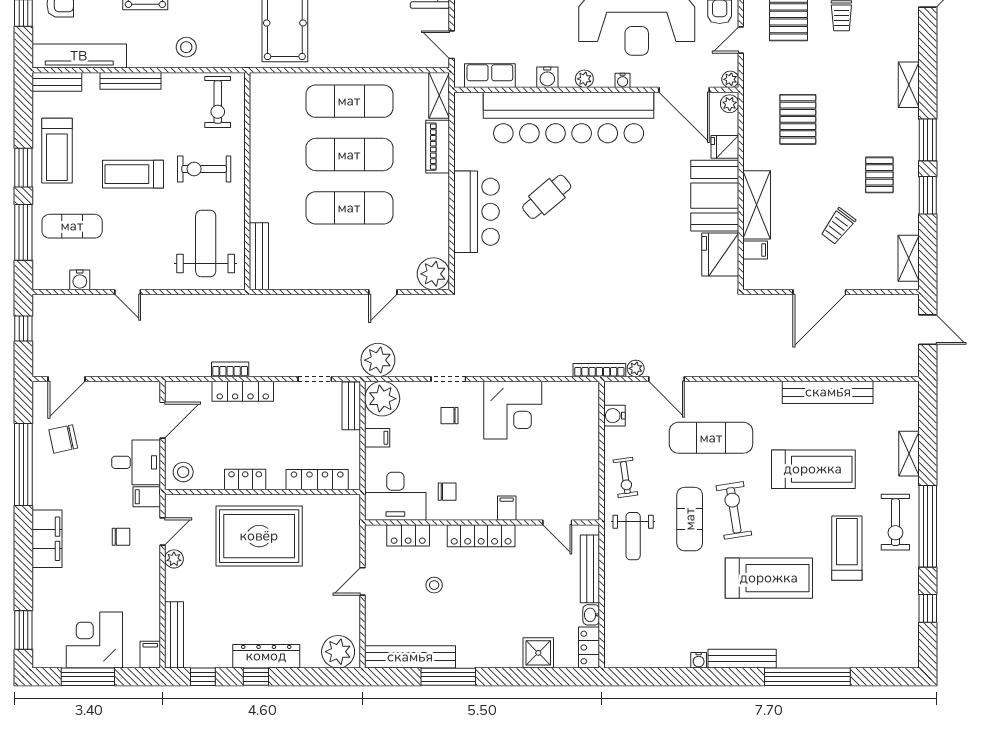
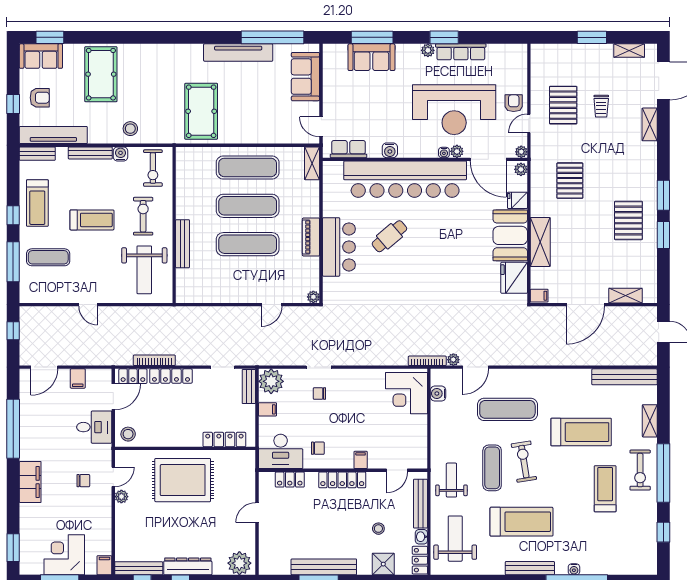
plant: (584, 79) -> (457, 151), moved
shelving: (909, 85) -> (650, 124), moved
piano: (438, 147) -> (311, 237), moved
window: (23, 168) -> (13, 215), width x0.67
exercise bike: (204, 169) -> (143, 216), turned 90
treadmill: (133, 174) -> (92, 220), turned 180
pallet: (879, 175) -> (628, 220), width x1.50, depth x1.42
trolley: (838, 226) -> (599, 257), removed
weight bench: (206, 244) -> (144, 270), turned 180
filing cabinet: (755, 250) -> (539, 296), moved
bench: (259, 256) -> (183, 244), moved
shelving: (909, 258) -> (625, 296), moved, turned 90
plant: (433, 274) -> (313, 297), width x0.53, depth x0.53
water cooler: (80, 280) -> (121, 154), moved, turned 180
plant: (378, 360) -> (268, 354), removed
bookcase: (230, 369) -> (154, 360), width x1.56
door: (666, 379) -> (475, 367), hinge flipped
bench: (828, 392) -> (624, 377), moved
corner desk: (513, 410) -> (407, 393), moved, turned 90
chair: (63, 439) -> (42, 410), removed
exercise bike: (625, 478) -> (446, 438), removed
locker: (245, 480) -> (133, 376), moved, turned 180
filing cabinet: (147, 497) -> (78, 378), moved, turned -90
door: (557, 522) -> (397, 470), hinge flipped
weight bench: (633, 536) -> (451, 480), turned 180
treadmill: (769, 578) -> (522, 522), moved
stool: (434, 585) -> (378, 529), moved
weight bench: (638, 617) -> (455, 539), added
bench: (174, 635) -> (139, 568), moved, turned 90
bench: (410, 657) -> (324, 567), moved
water cooler: (699, 660) -> (574, 569), moved

